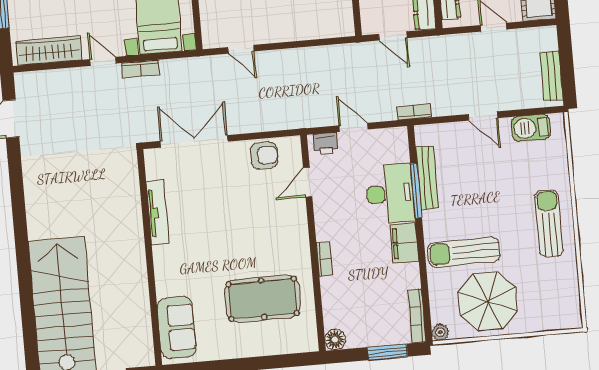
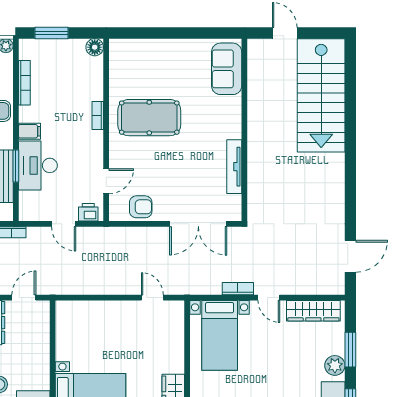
door: (393, 36) -> (24, 298), hinge flipped
armchair: (264, 155) -> (141, 207), turned 180
window: (416, 191) -> (16, 166), width x0.69
filing cabinet: (404, 243) -> (29, 131), width x0.50
pool table: (263, 299) -> (149, 118), moved
bookcase: (417, 316) -> (24, 83), moved

